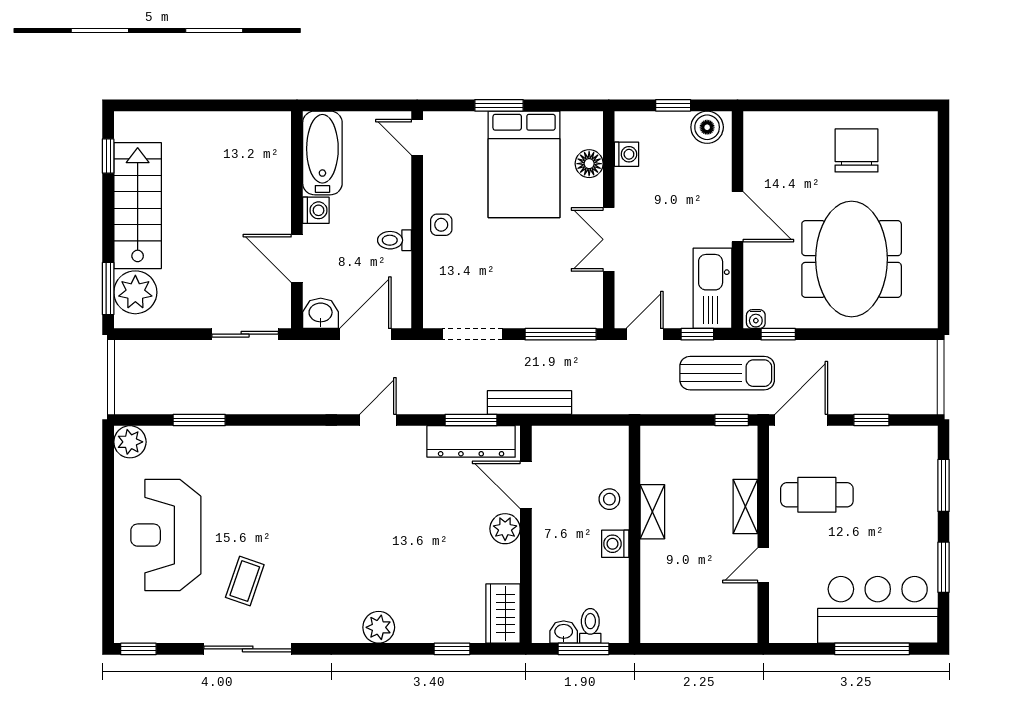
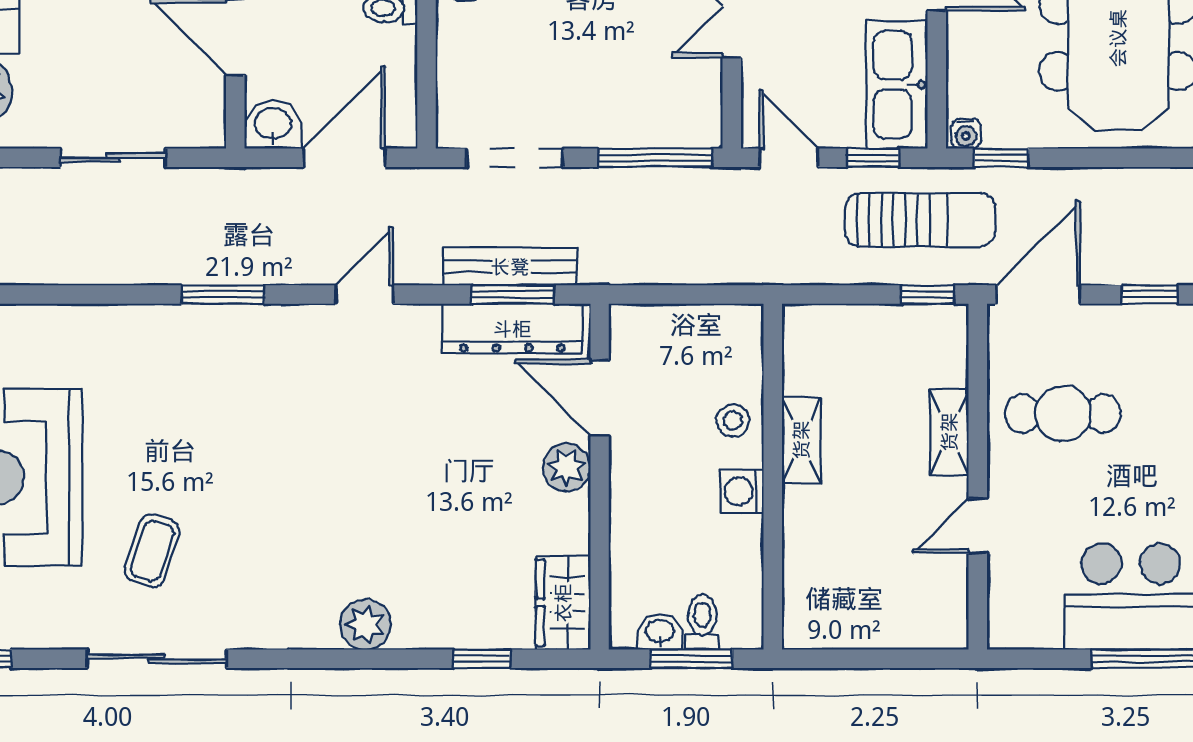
sliding door: (245, 334) -> (113, 158), moved
door: (645, 334) -> (789, 158), hinge flipped
bench: (529, 403) -> (510, 267), moved
window: (199, 420) -> (223, 294), moved

